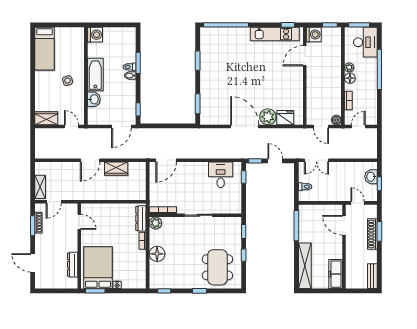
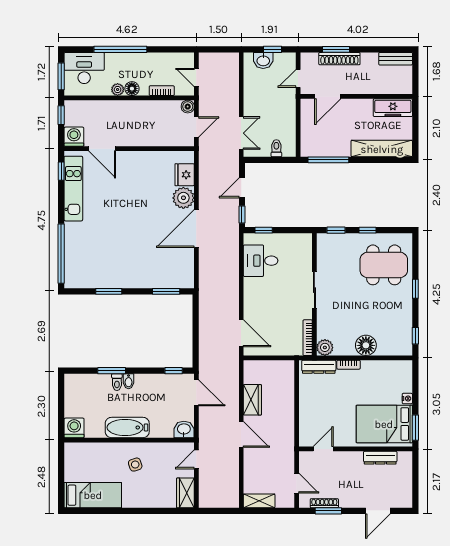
washbasin: (94, 99) -> (184, 429), moved
shelving: (40, 187) -> (259, 501), moved

